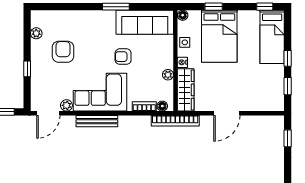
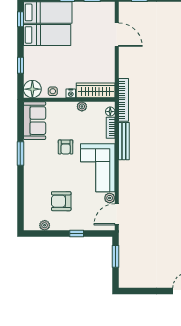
floor lamp: (183, 15) -> (32, 89), width x1.89, depth x1.89
sofa: (145, 22) -> (35, 121), width x0.73
bed: (219, 36) -> (47, 35), moved, width x0.67
door: (48, 113) -> (117, 214), swing flipped
door: (227, 113) -> (117, 35), moved
bench: (97, 121) -> (124, 141), moved

